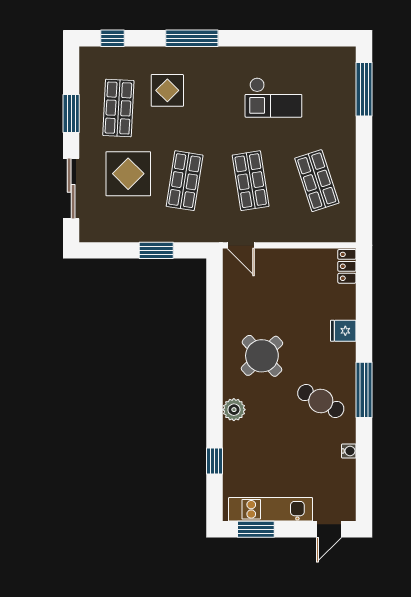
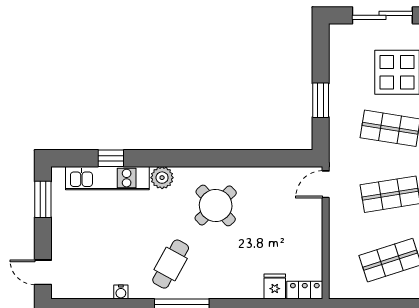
fridge: (343, 331) -> (275, 286), moved
kitchen unit: (271, 509) -> (107, 178), moved, turned 90

